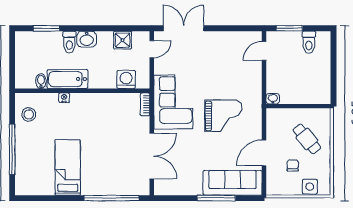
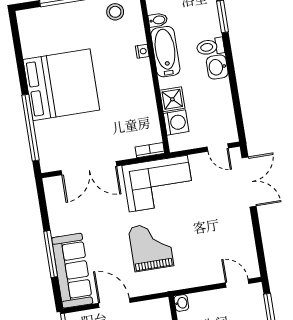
shower: (123, 40) -> (172, 99), moved
grand piano: (223, 116) -> (151, 247), turned 180
bed: (68, 167) -> (61, 85), width x2.04

